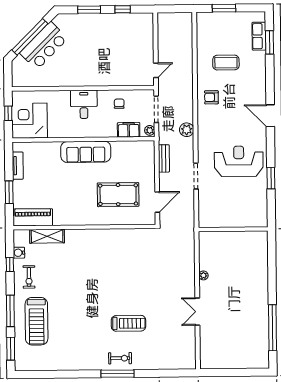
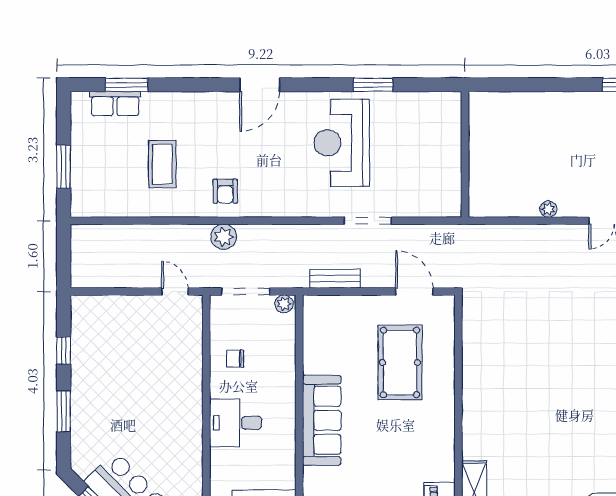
filing cabinet: (129, 130) -> (283, 342), removed
plant: (187, 130) -> (224, 237), moved

